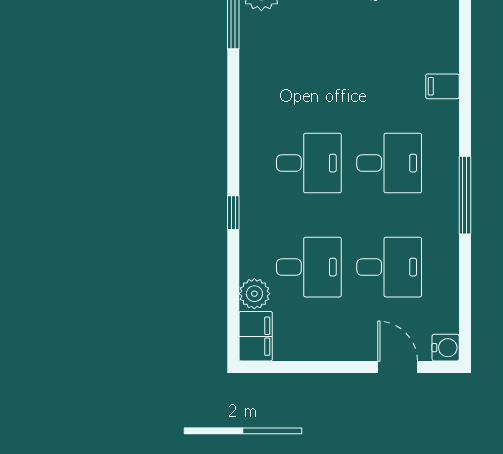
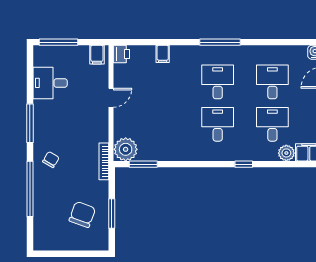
filing cabinet: (442, 86) -> (163, 54), moved
window: (465, 195) -> (220, 42), moved

